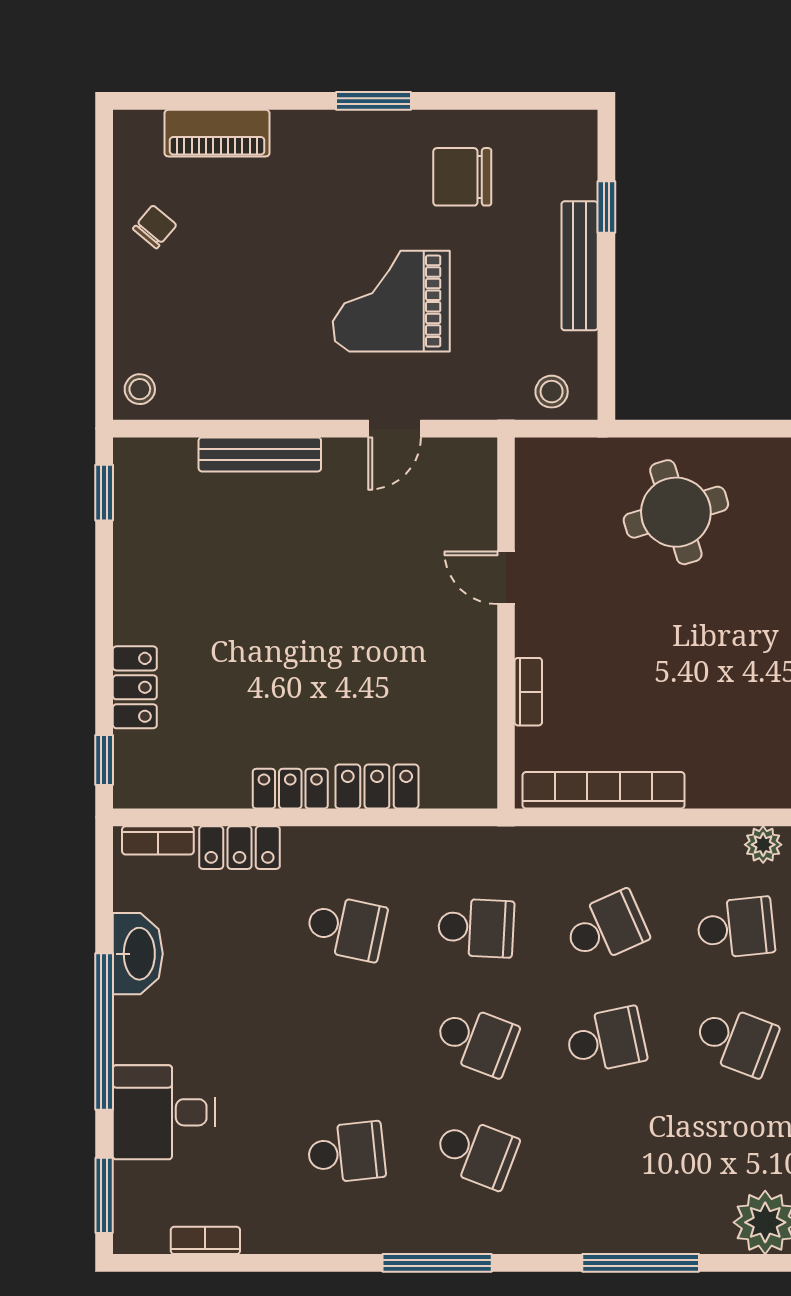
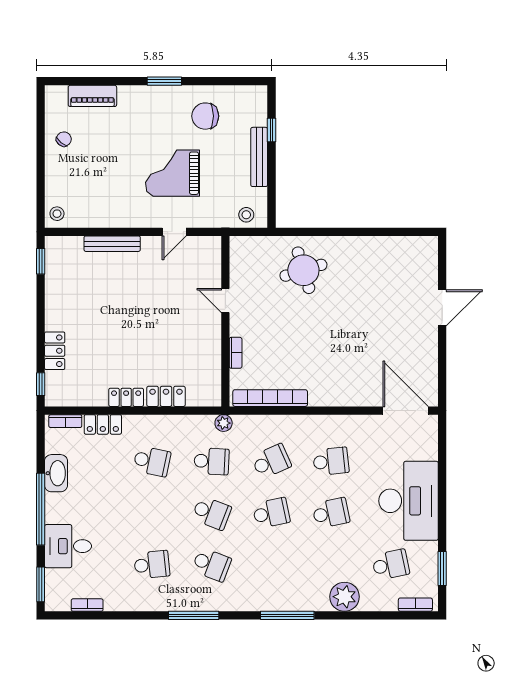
plant: (763, 845) -> (224, 423), moved
school desk: (736, 1040) -> (331, 513), turned -33

